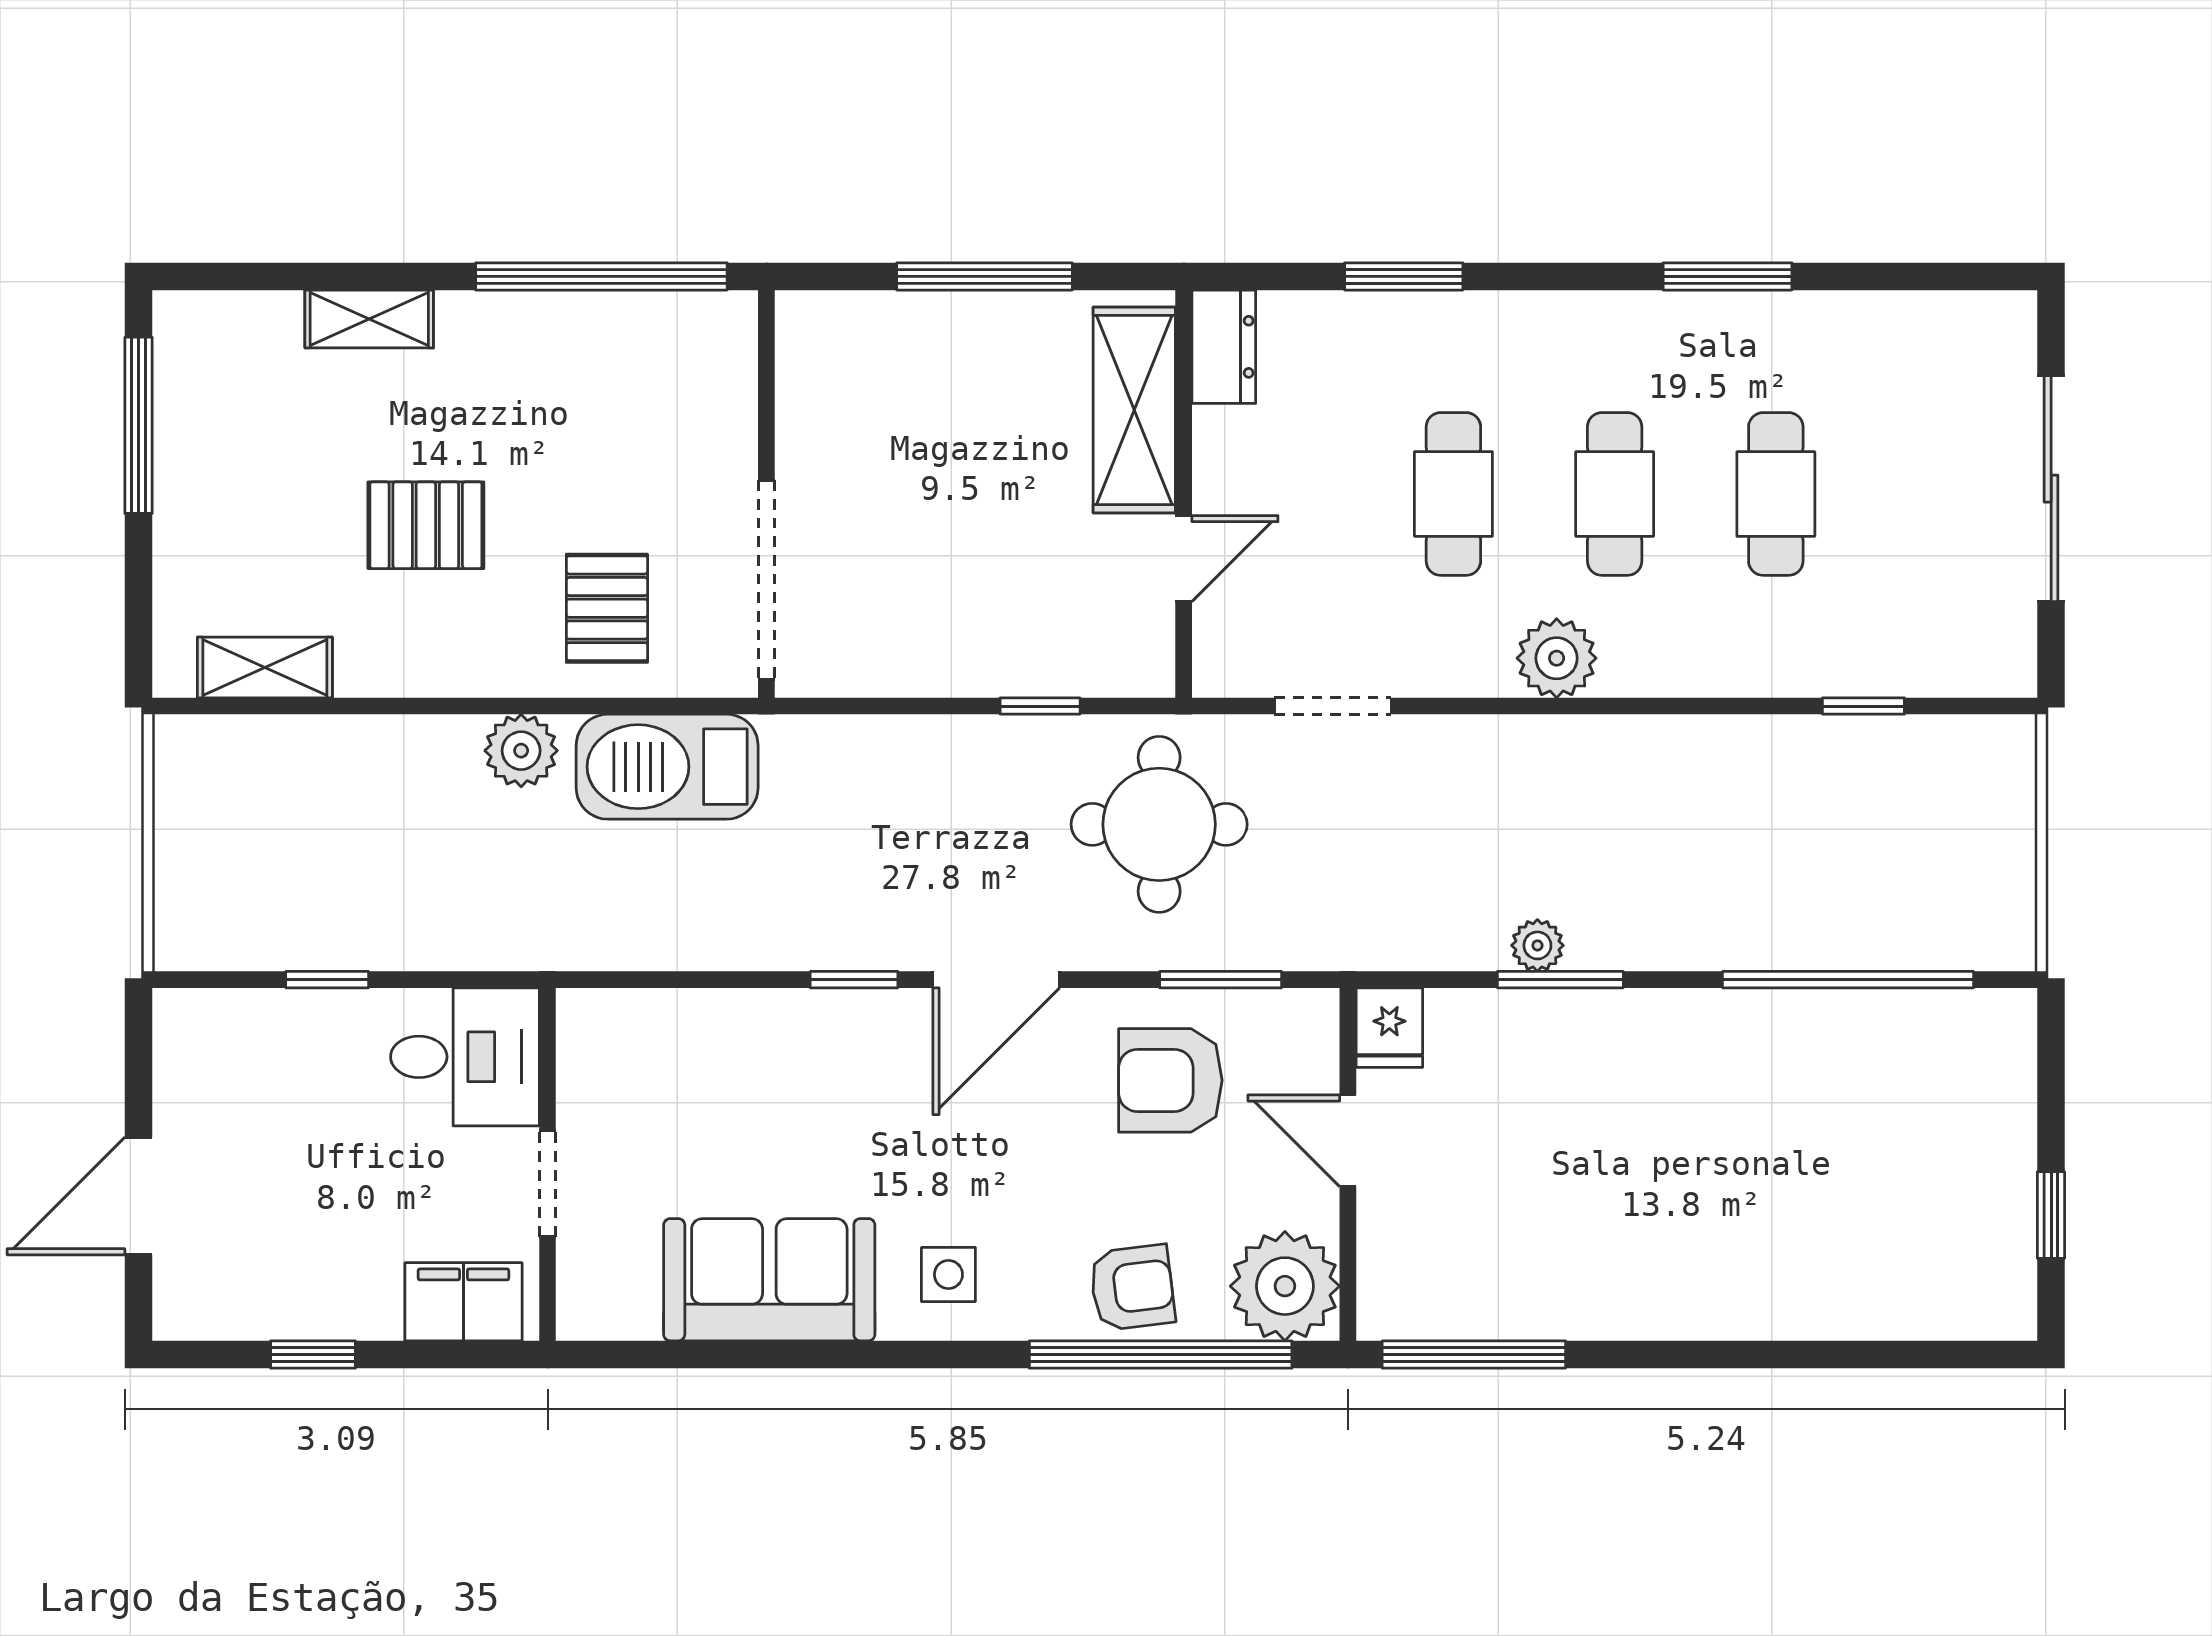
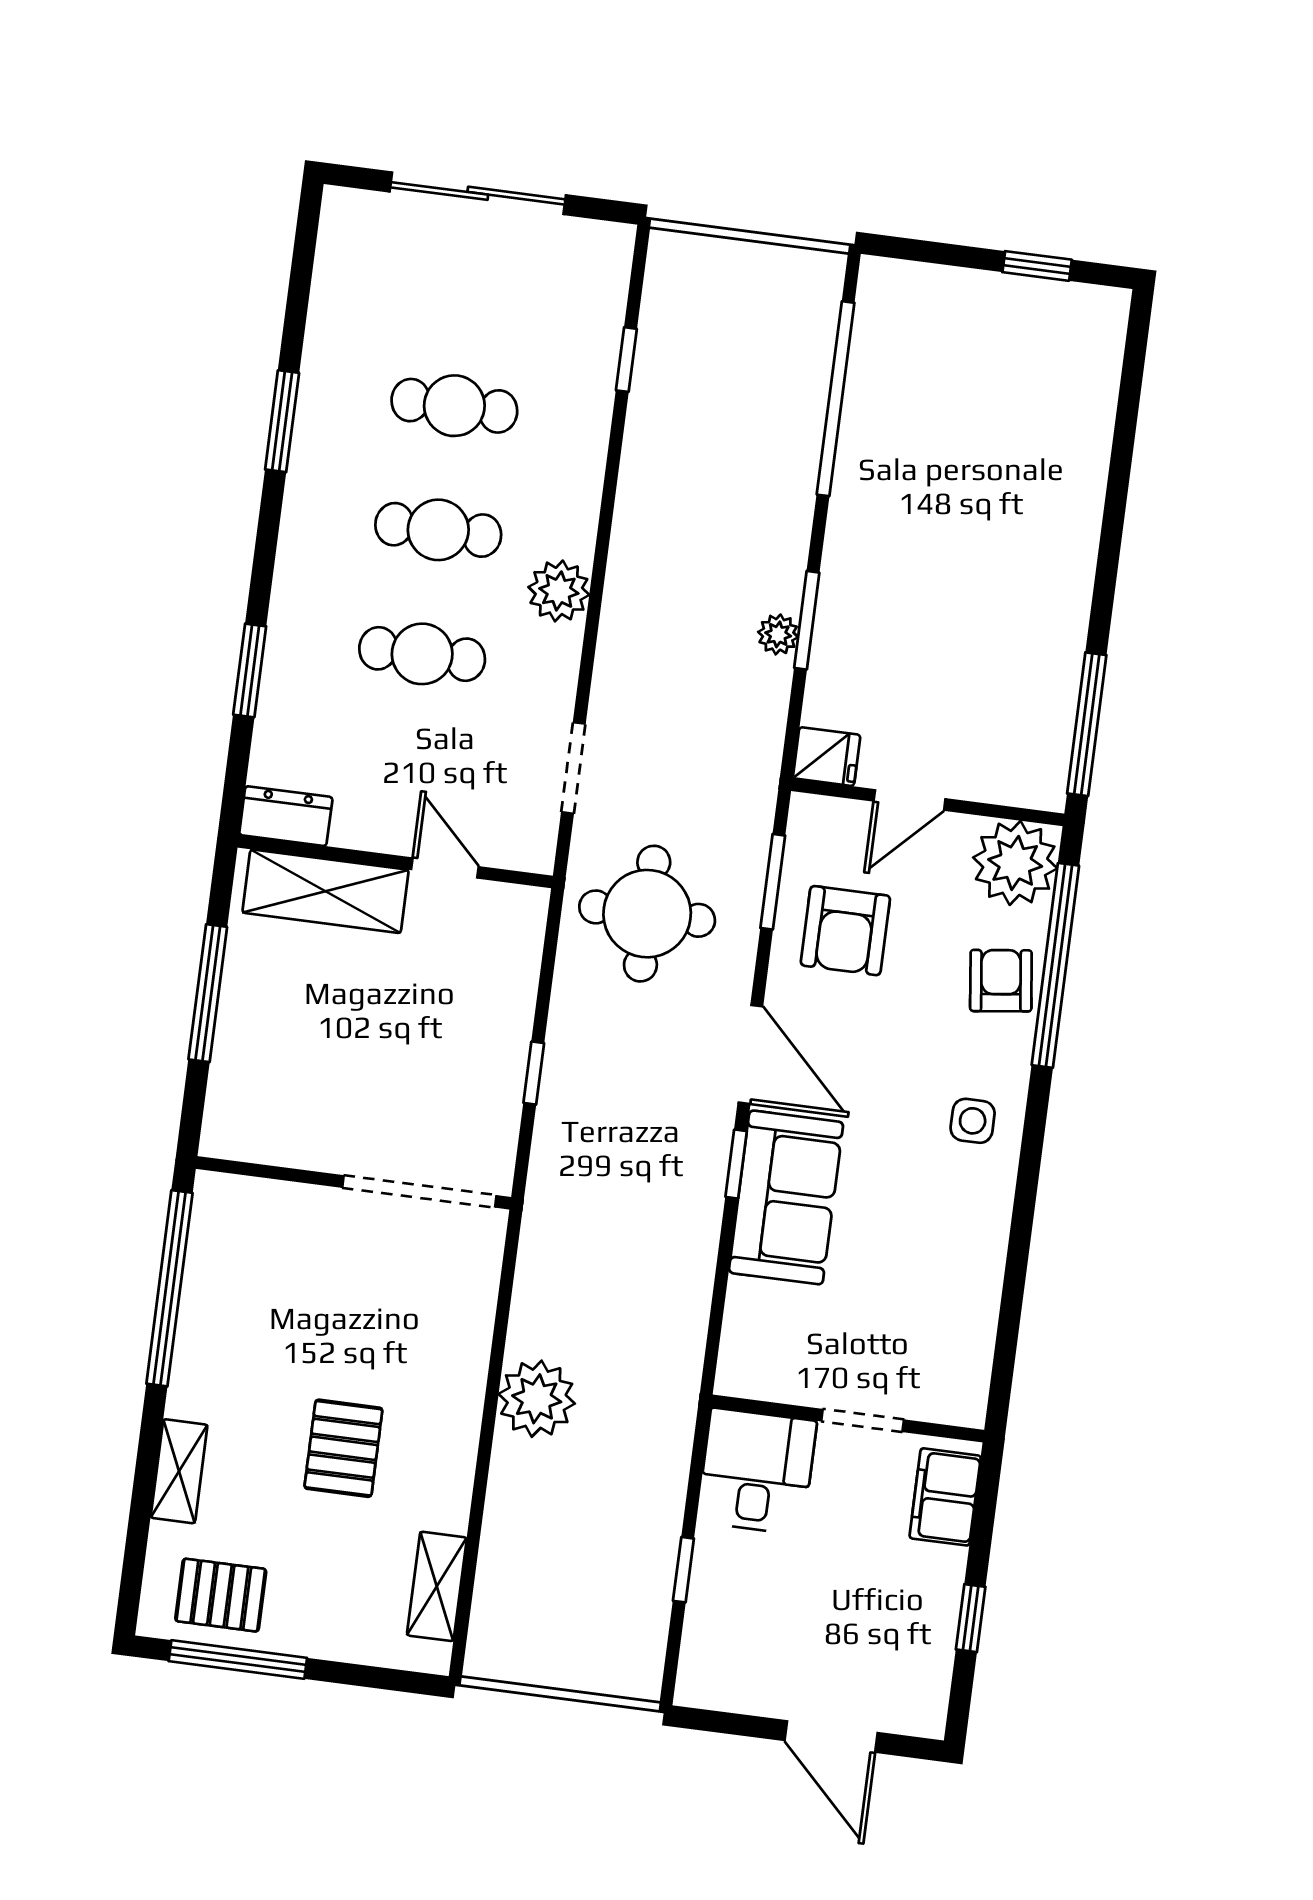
pallet: (607, 608) -> (221, 1595), moved
window: (1040, 706) -> (534, 1073), moved
plant: (521, 751) -> (537, 1399), width x1.36, depth x1.36
barbecue: (667, 767) -> (553, 1287), removed
sofa: (769, 1280) -> (786, 1197), moved, turned 180

